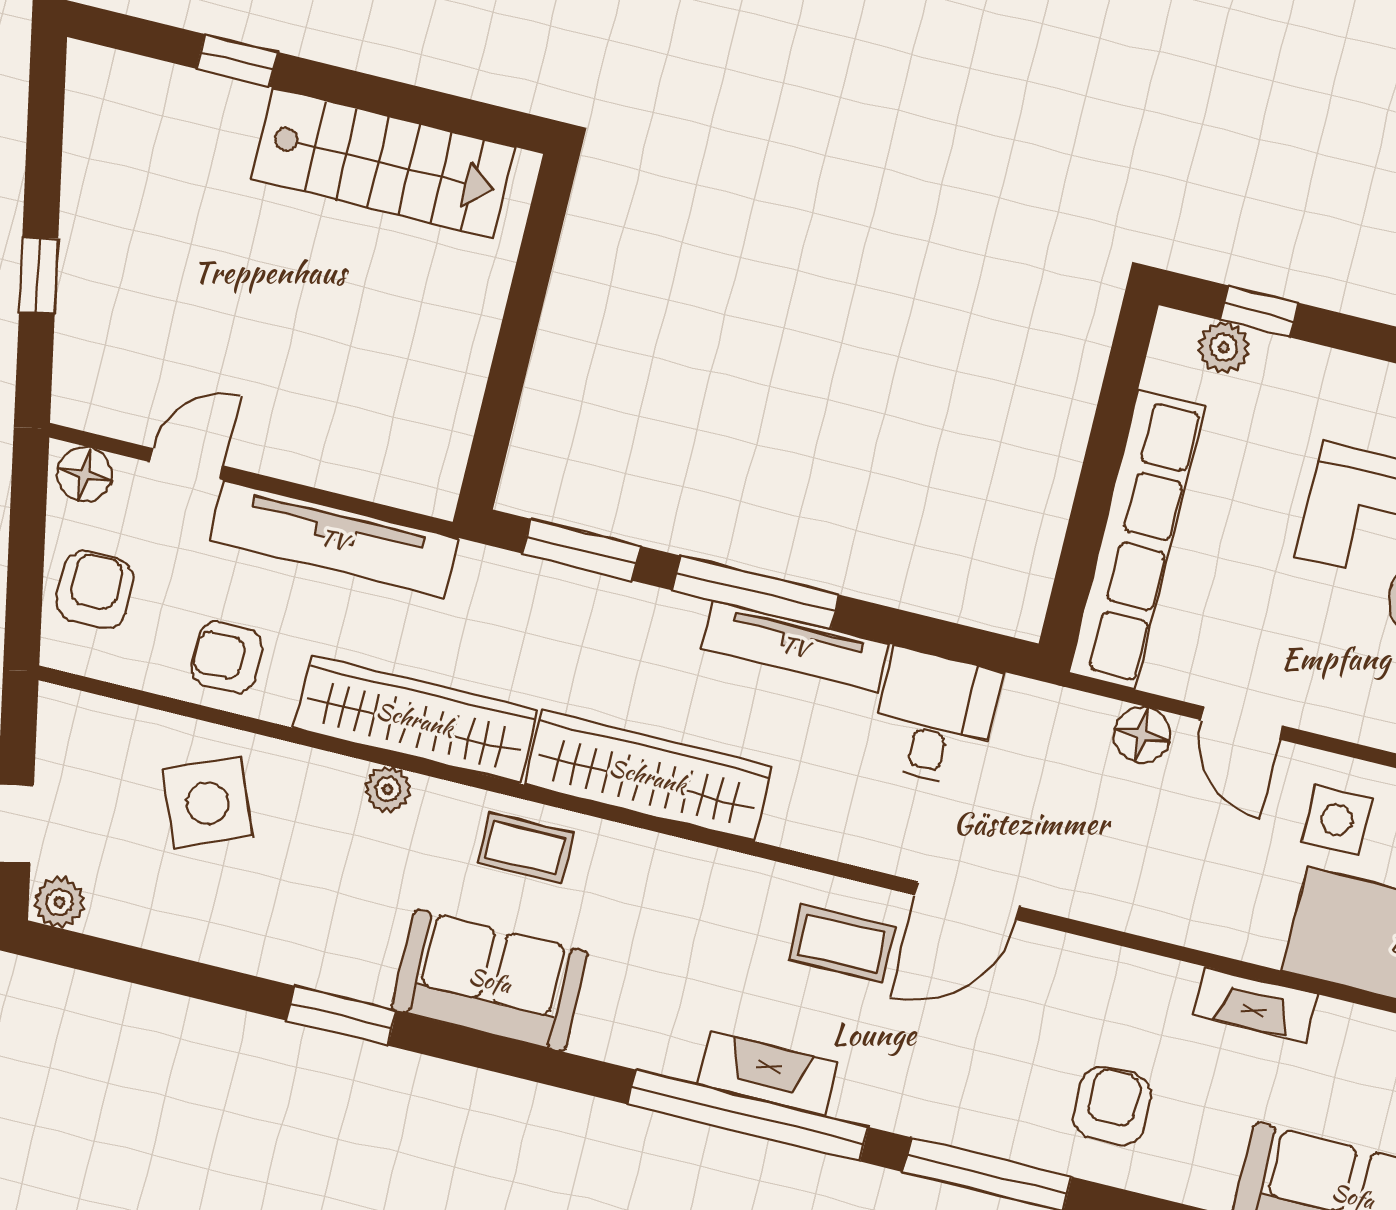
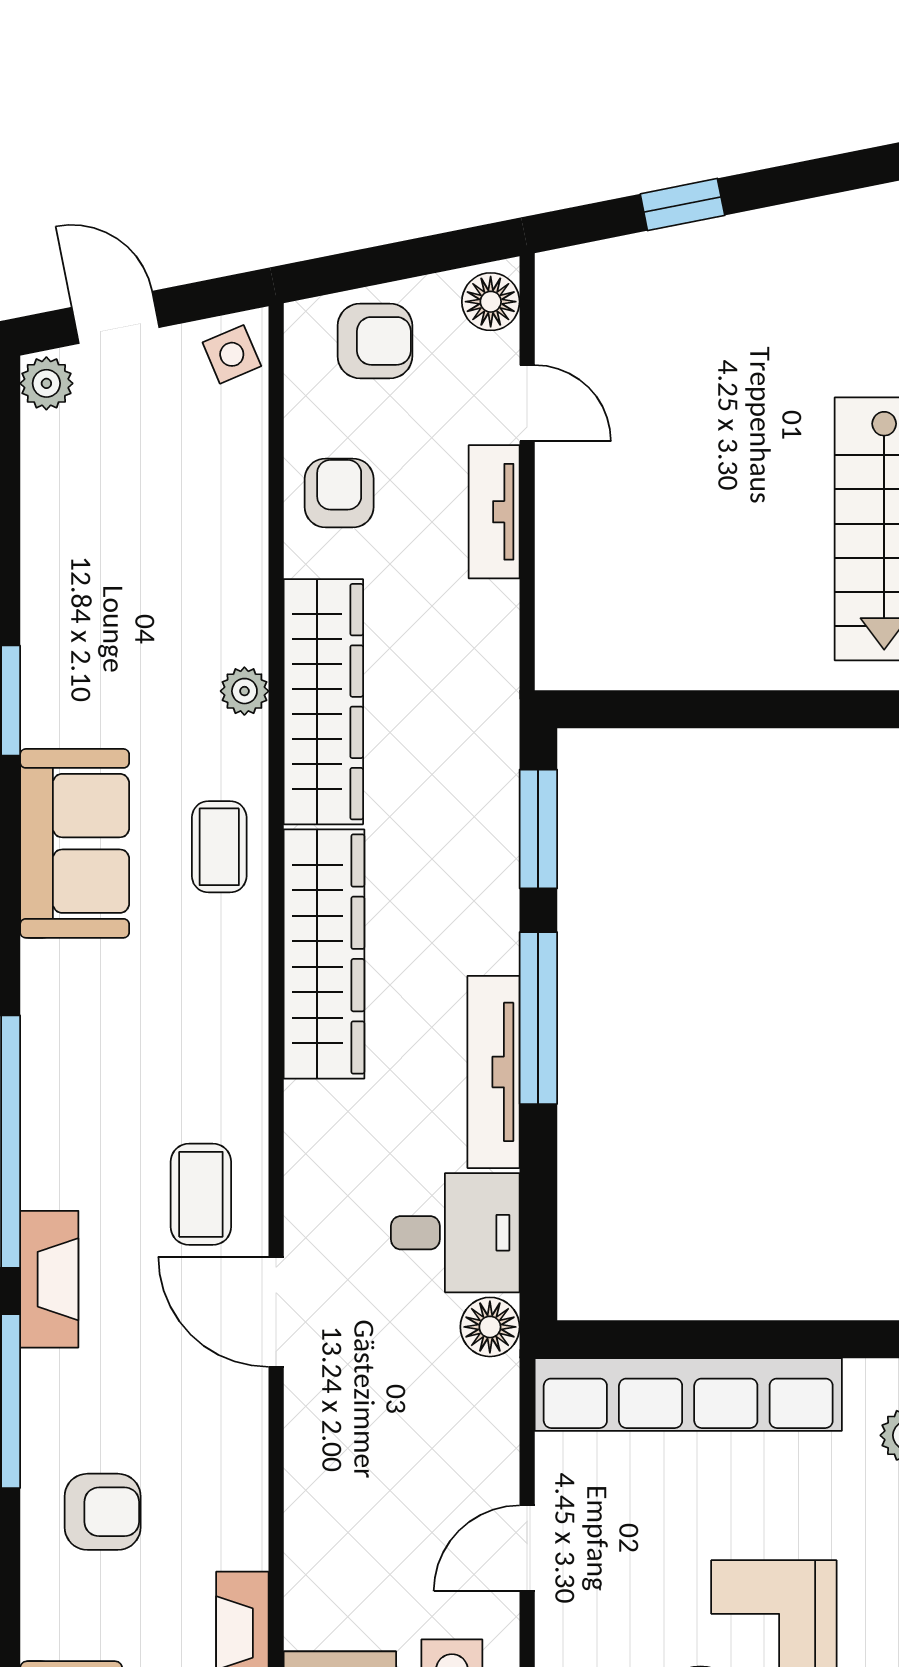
tv unit: (334, 539) -> (494, 512), width x0.52, depth x0.78
floor lamp: (1142, 735) -> (490, 1327), moved
side table: (208, 803) -> (232, 354), moved, width x0.54, depth x0.54
fireplace: (768, 1073) -> (49, 1279), moved

